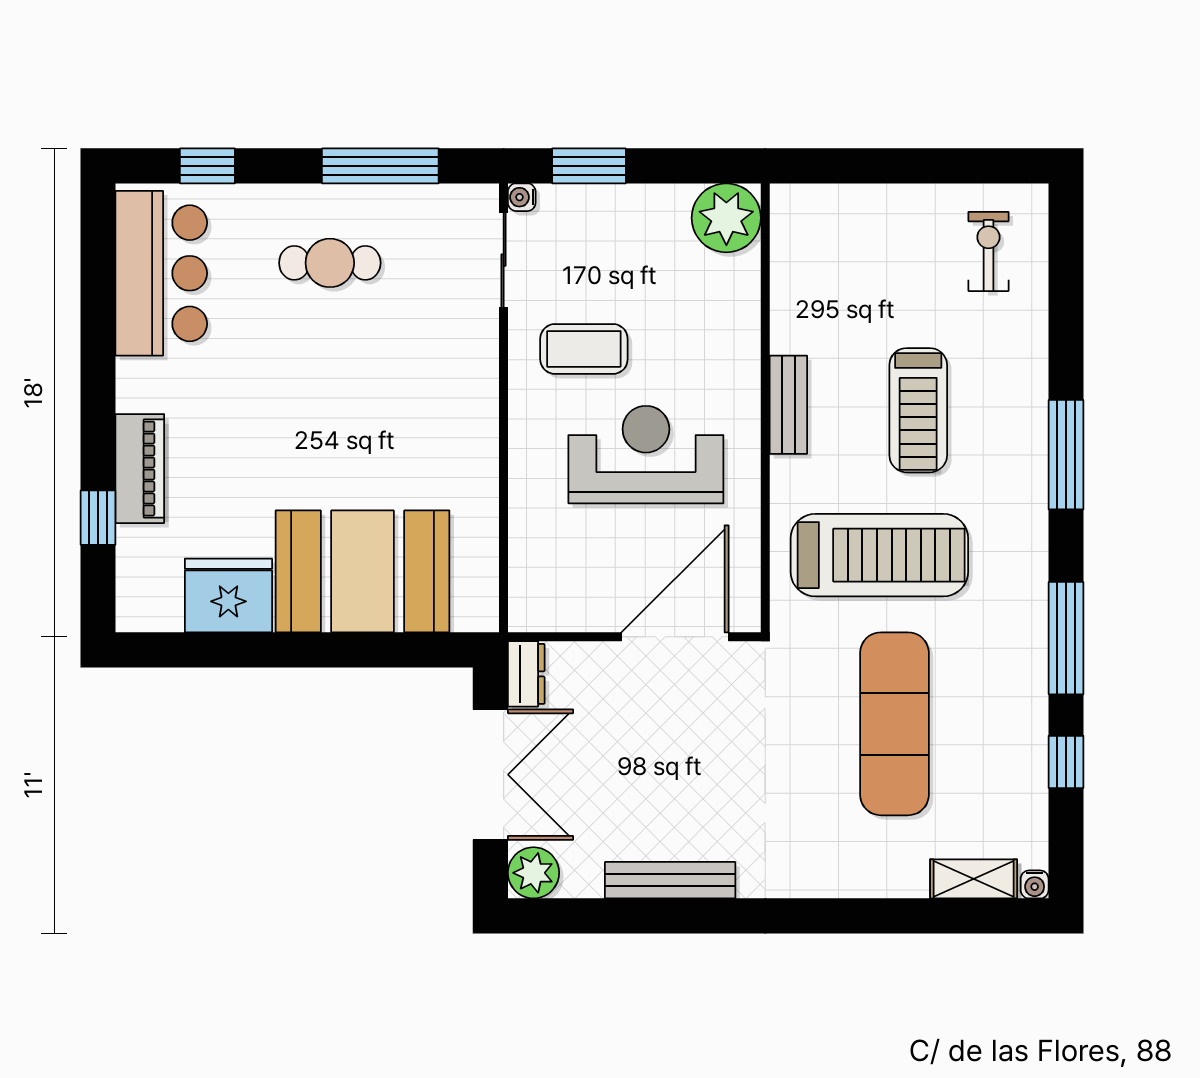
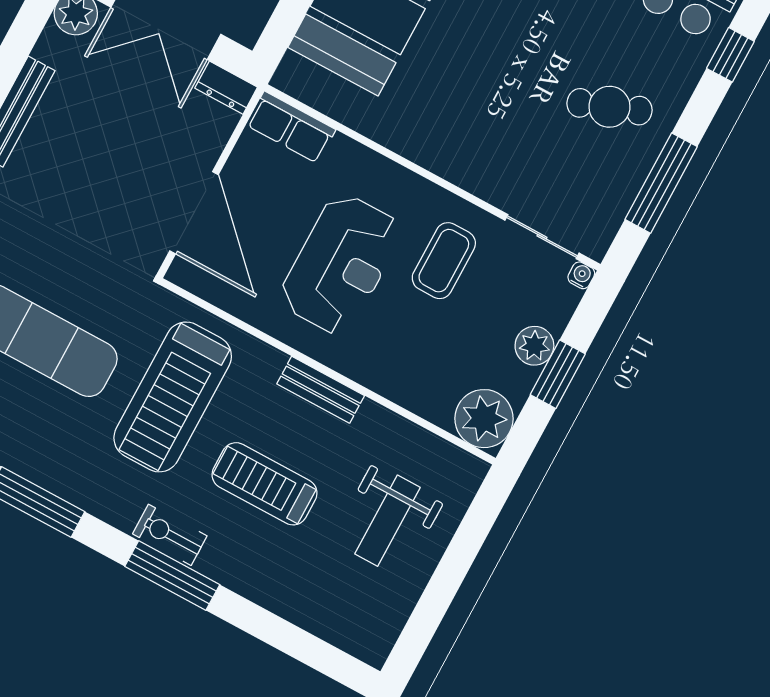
window: (589, 166) -> (558, 374), moved
plant: (622, 206) -> (534, 346), added
exercise bike: (988, 251) -> (170, 535), moved, turned 180
weight bench: (887, 261) -> (387, 521), added
cafe table: (330, 263) -> (609, 107), turned 69
row of seats: (531, 584) -> (291, 127), added

